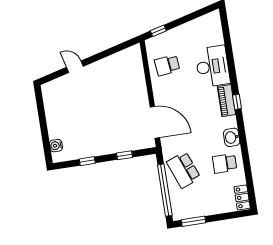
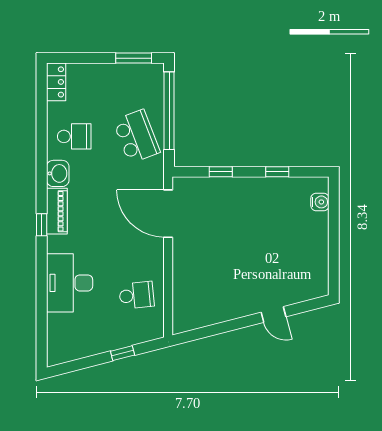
window: (158, 31) -> (123, 353), moved
piano: (227, 101) -> (57, 211), moved

